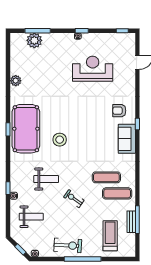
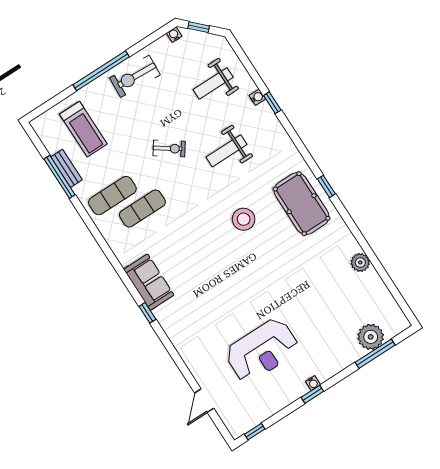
armchair: (119, 111) -> (185, 315), removed
pool table: (26, 129) -> (302, 204), width x0.73, depth x0.76

